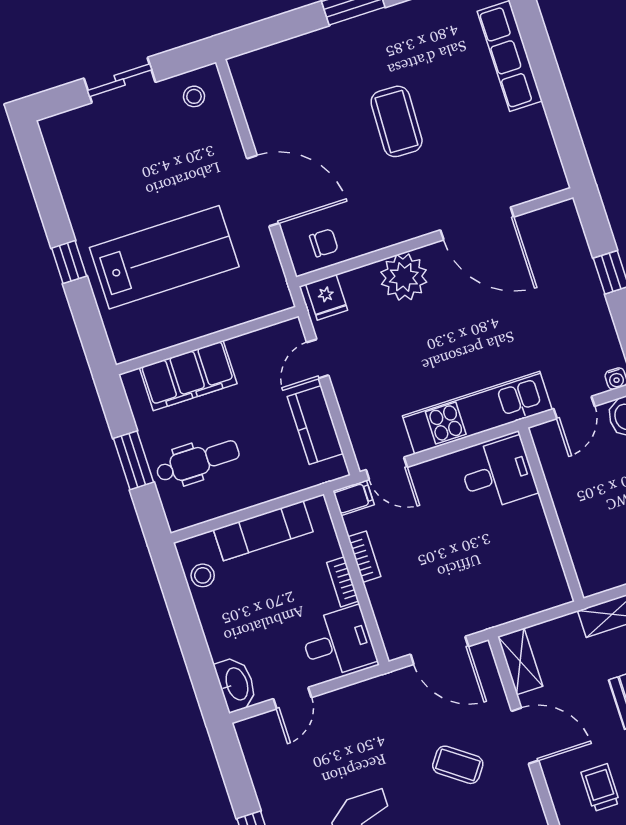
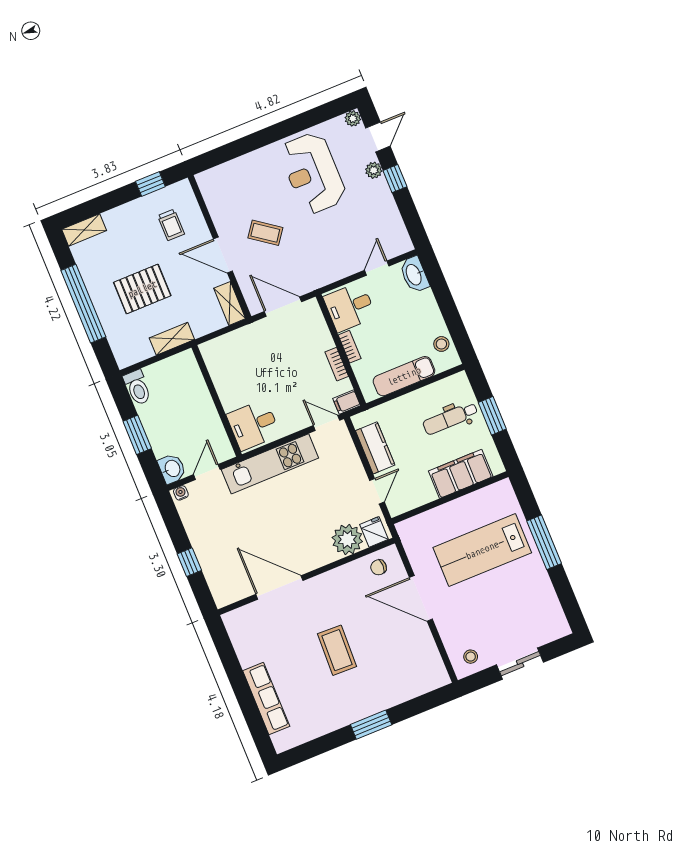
window: (69, 262) -> (544, 542), width x2.17
plant: (404, 277) -> (347, 539), moved

